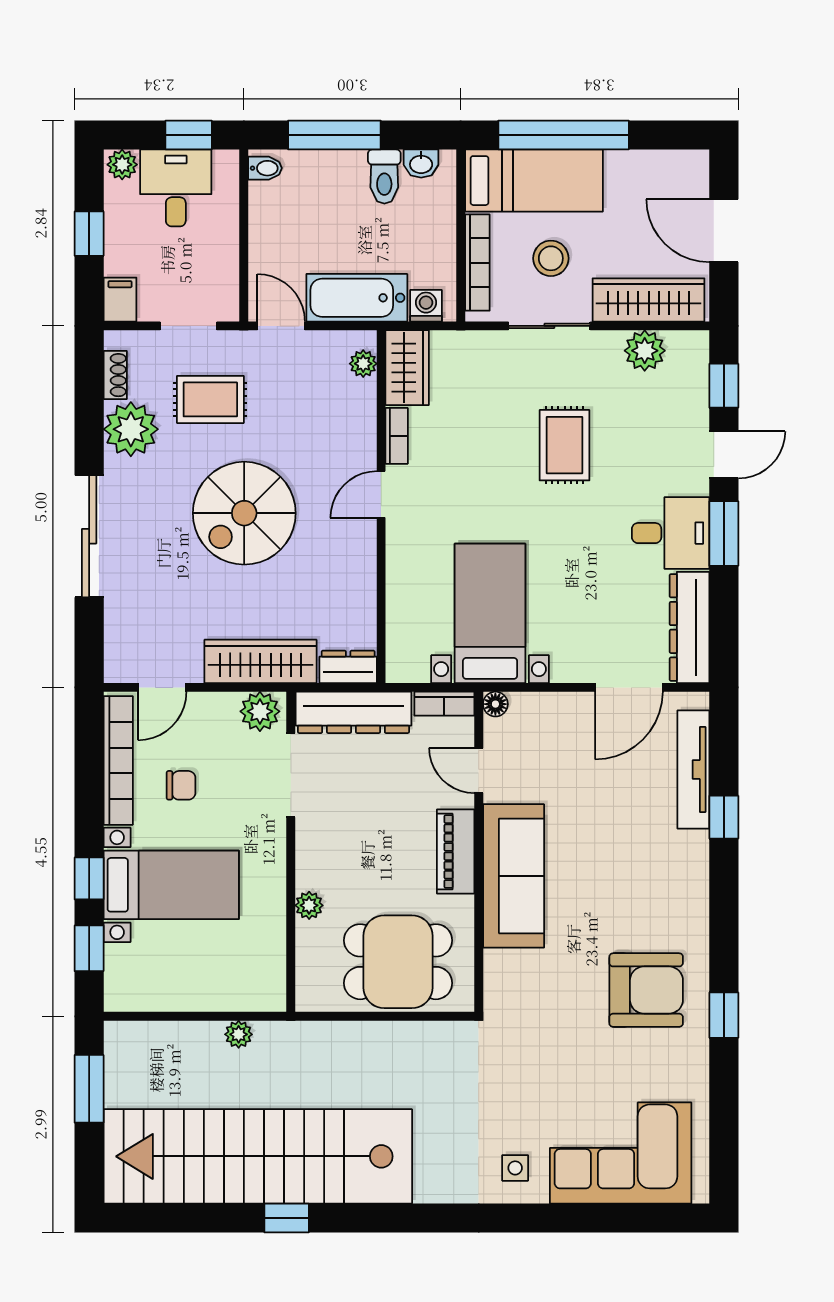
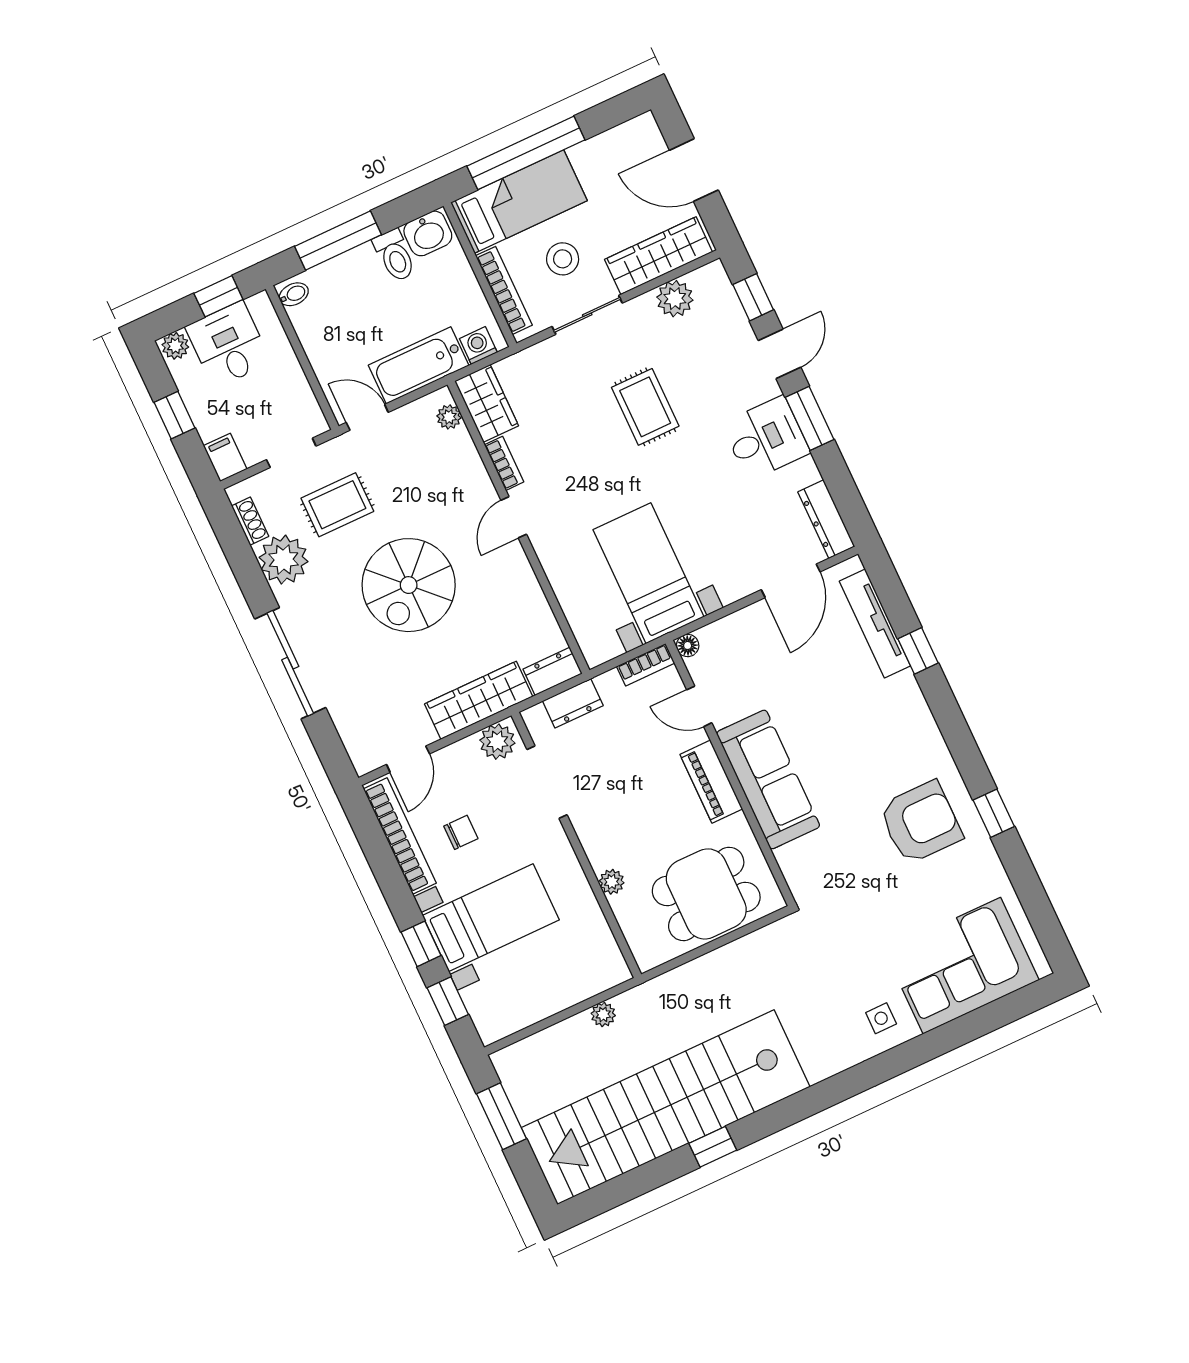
washbasin: (421, 164) -> (428, 233), width x1.38, depth x1.45
dresser: (690, 627) -> (826, 519), width x0.73, depth x0.80
dresser: (353, 712) -> (573, 703), width x0.51, depth x0.80

